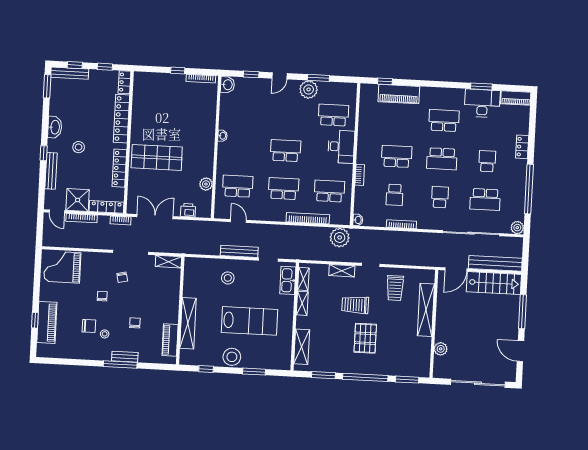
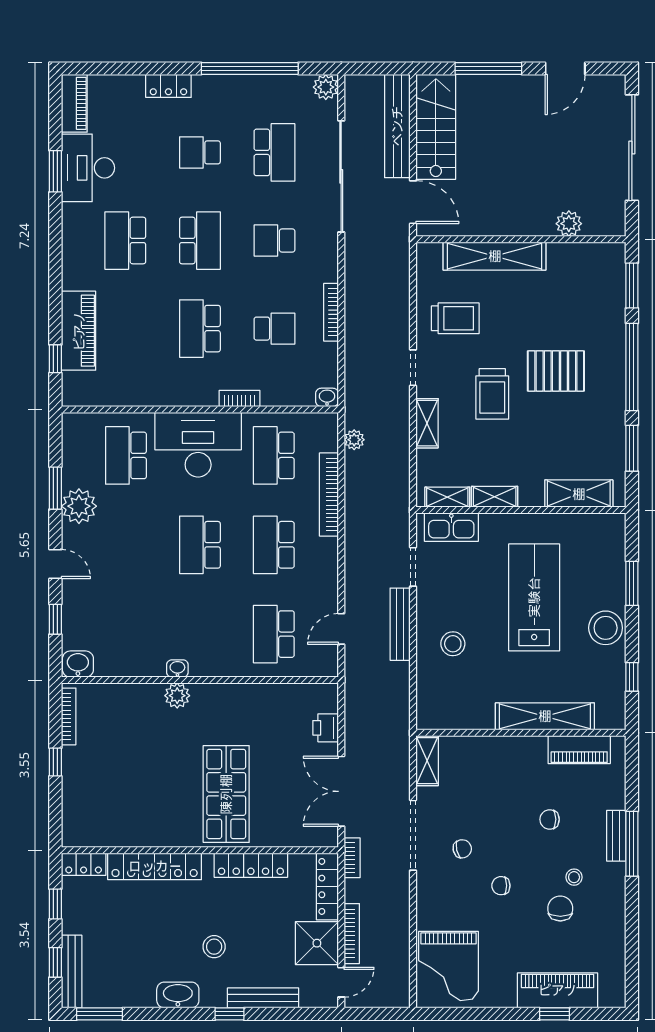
desk: (341, 147) -> (198, 445), width x1.36, depth x1.30
plant: (206, 184) -> (177, 696), moved
plant: (340, 237) -> (354, 440), width x0.53, depth x0.53

